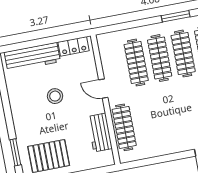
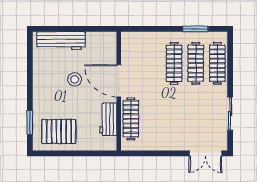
locker: (74, 46) -> (100, 38), removed
clothes rail: (136, 63) -> (152, 63), removed
door: (103, 89) -> (119, 81), width x1.88

